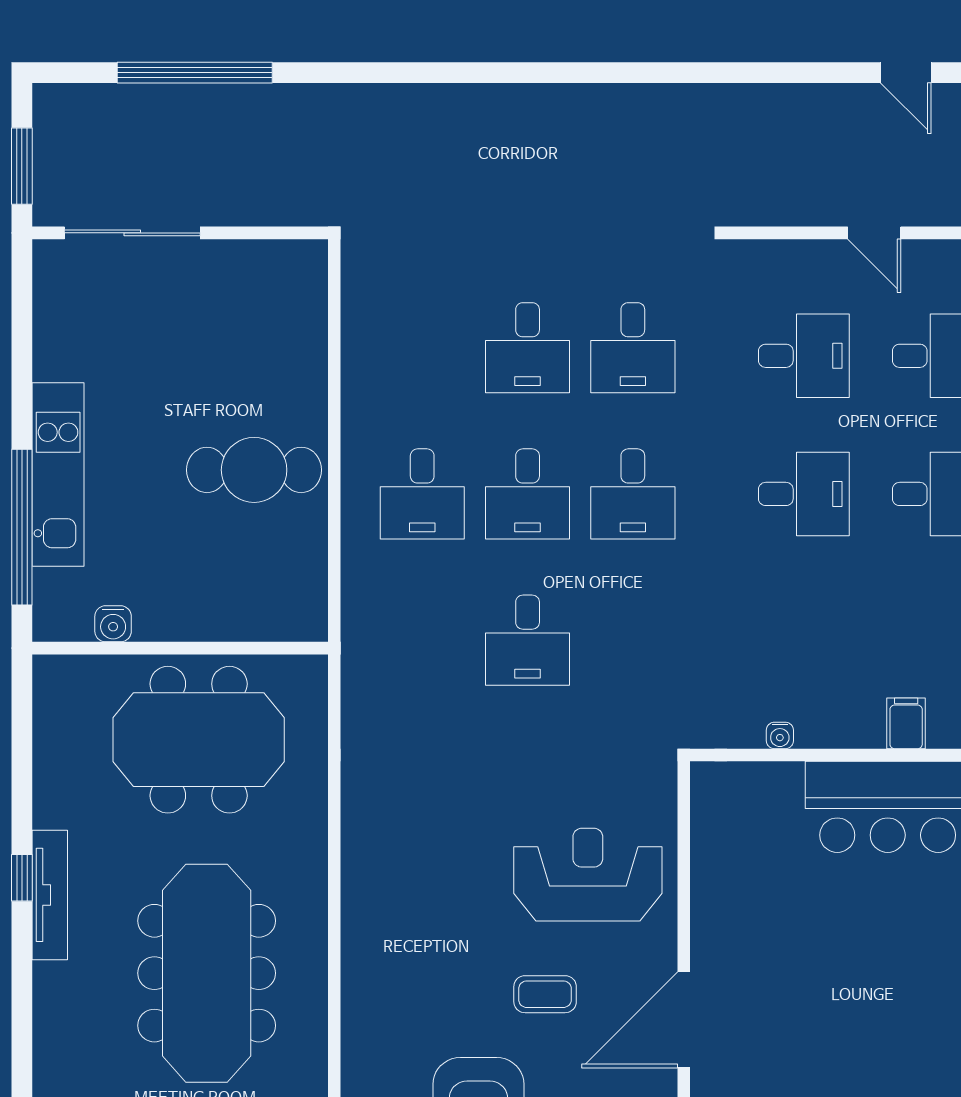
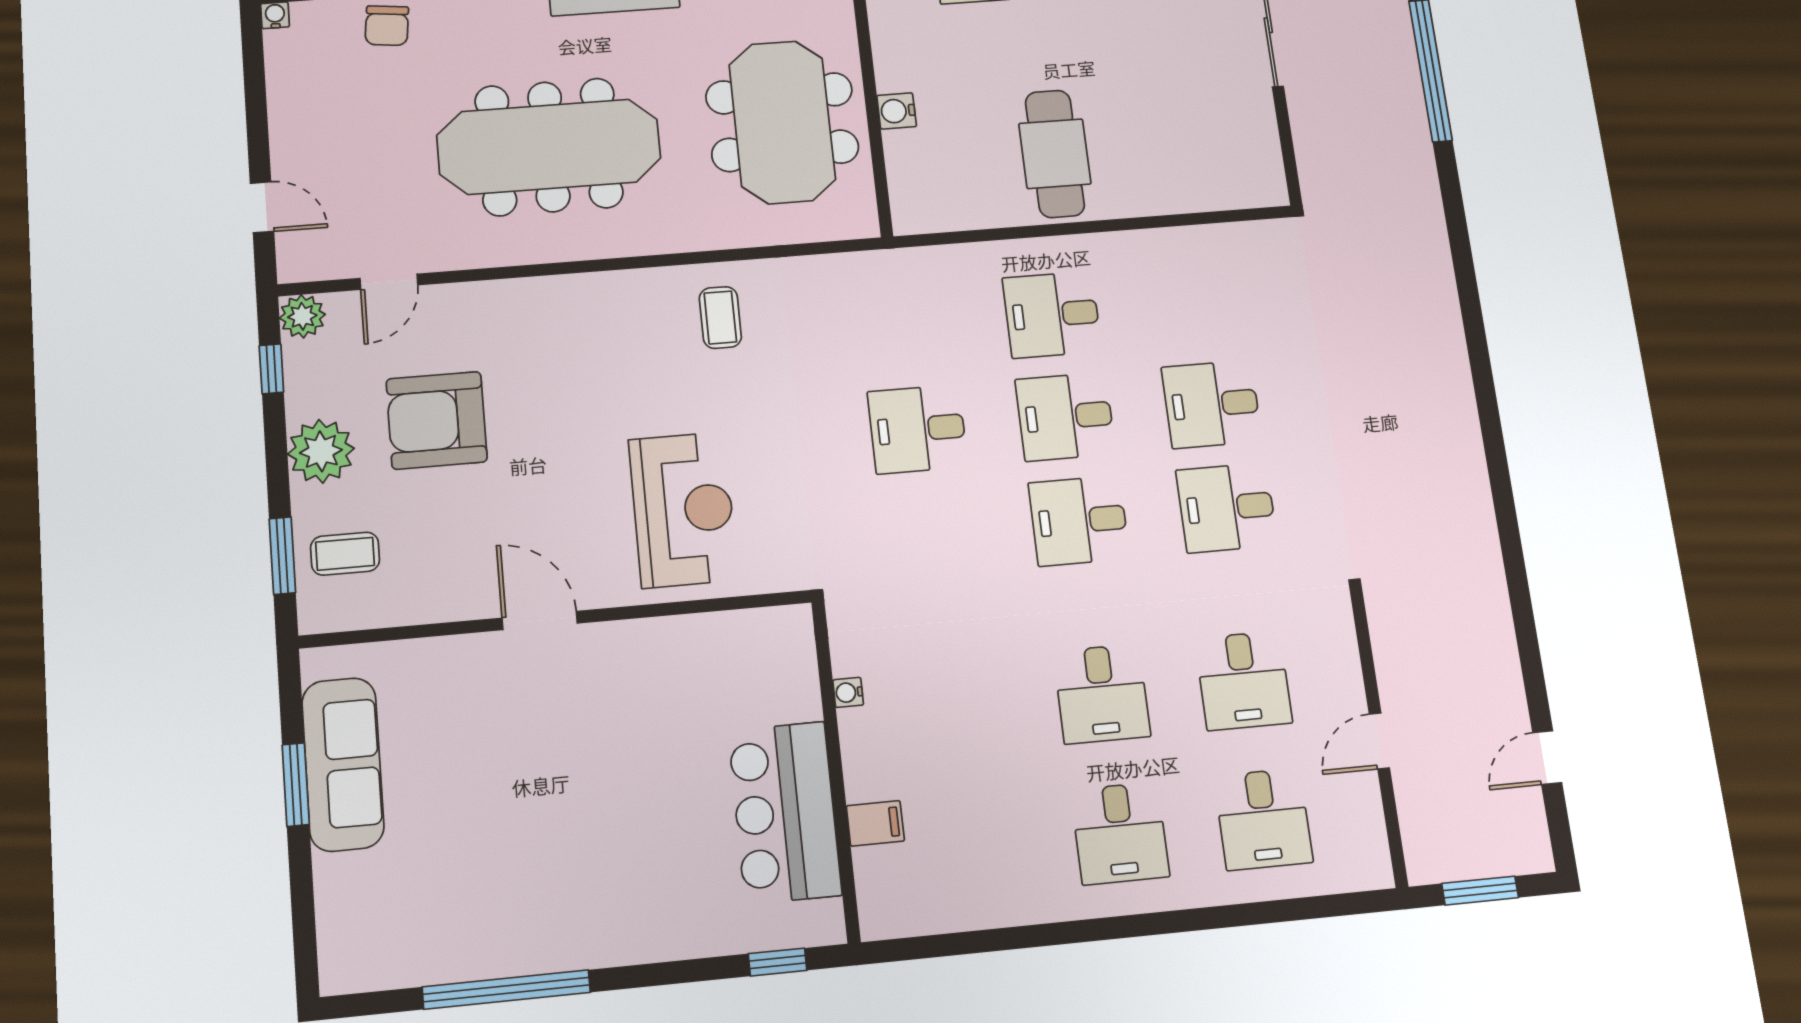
water cooler: (113, 624) -> (897, 111), moved
coffee table: (545, 994) -> (720, 317), moved
door: (684, 1020) -> (540, 621), width x0.73

